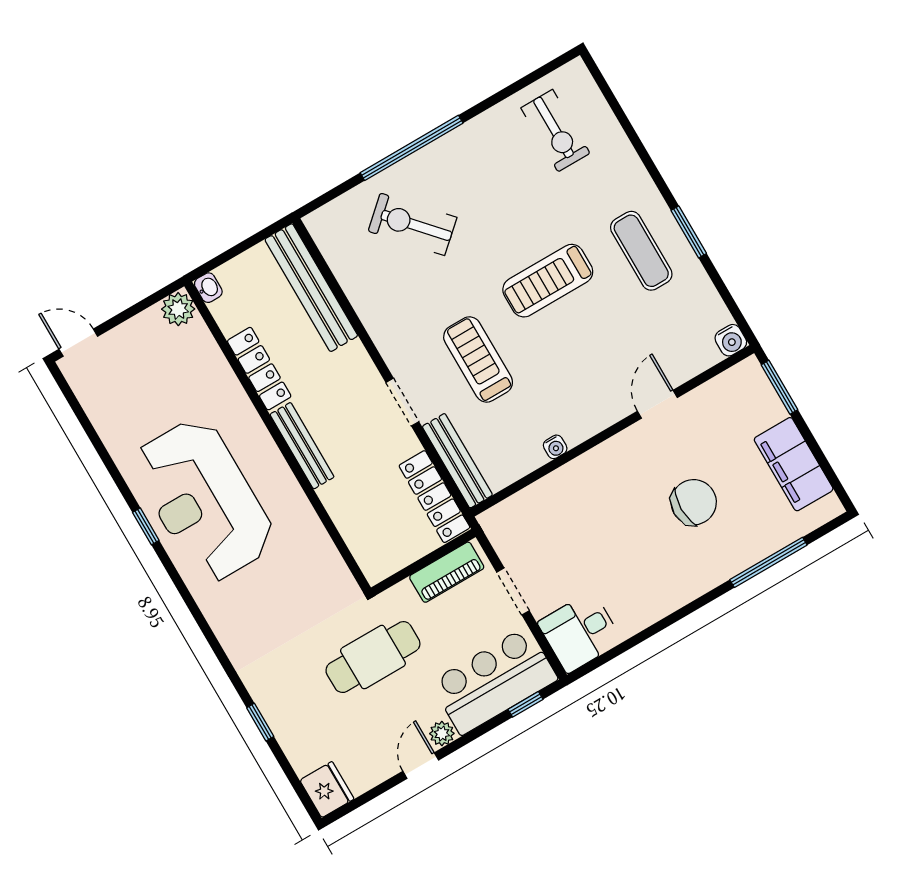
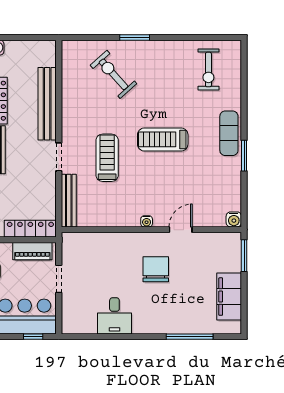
window: (412, 148) -> (135, 38), width x0.47
exercise mat: (641, 251) -> (229, 133), moved
bench: (311, 288) -> (47, 104), moved
water cooler: (555, 447) -> (147, 221), moved
locker: (434, 497) -> (30, 229), moved, turned 90
chair: (694, 502) -> (156, 269), moved, turned -90
desk: (580, 632) -> (114, 316), moved, turned -90

